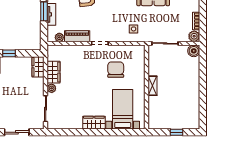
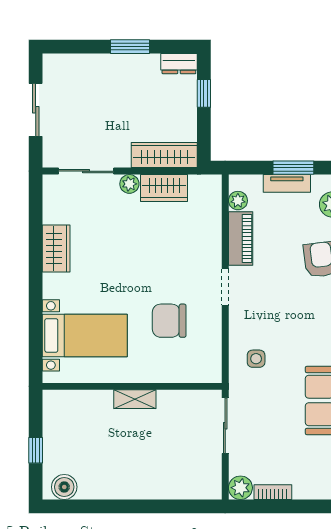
boiler: (194, 51) -> (64, 487), moved
wardrobe: (38, 67) -> (164, 155), width x1.50
chair: (116, 70) -> (169, 321), turned 180
wardrobe: (94, 123) -> (56, 249), moved

